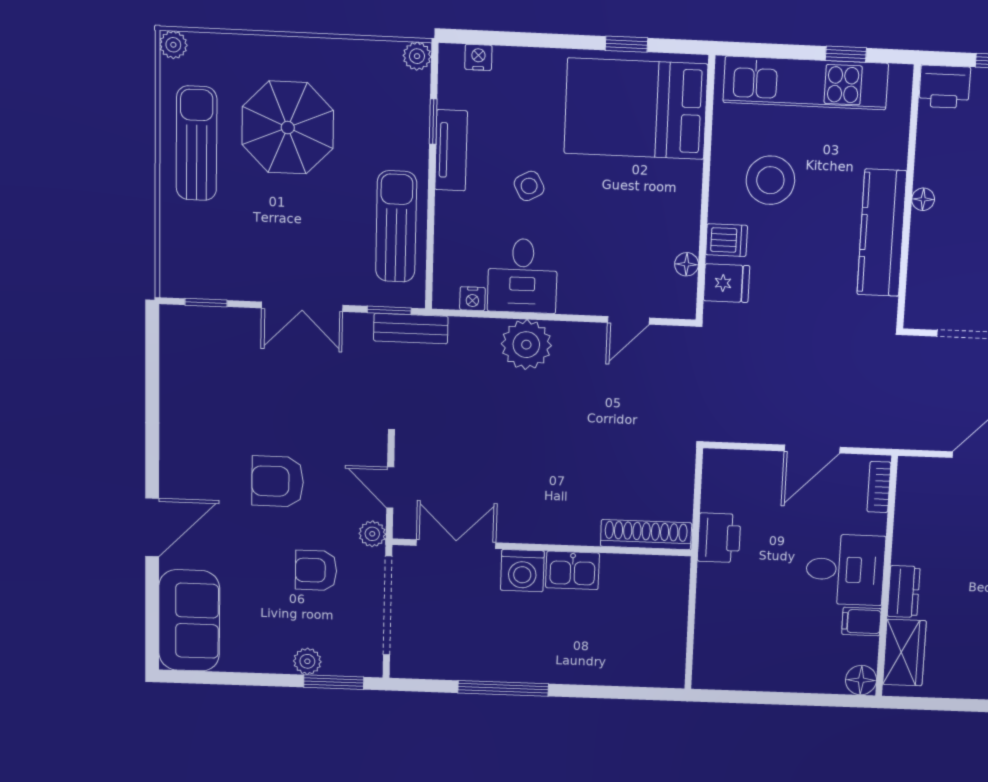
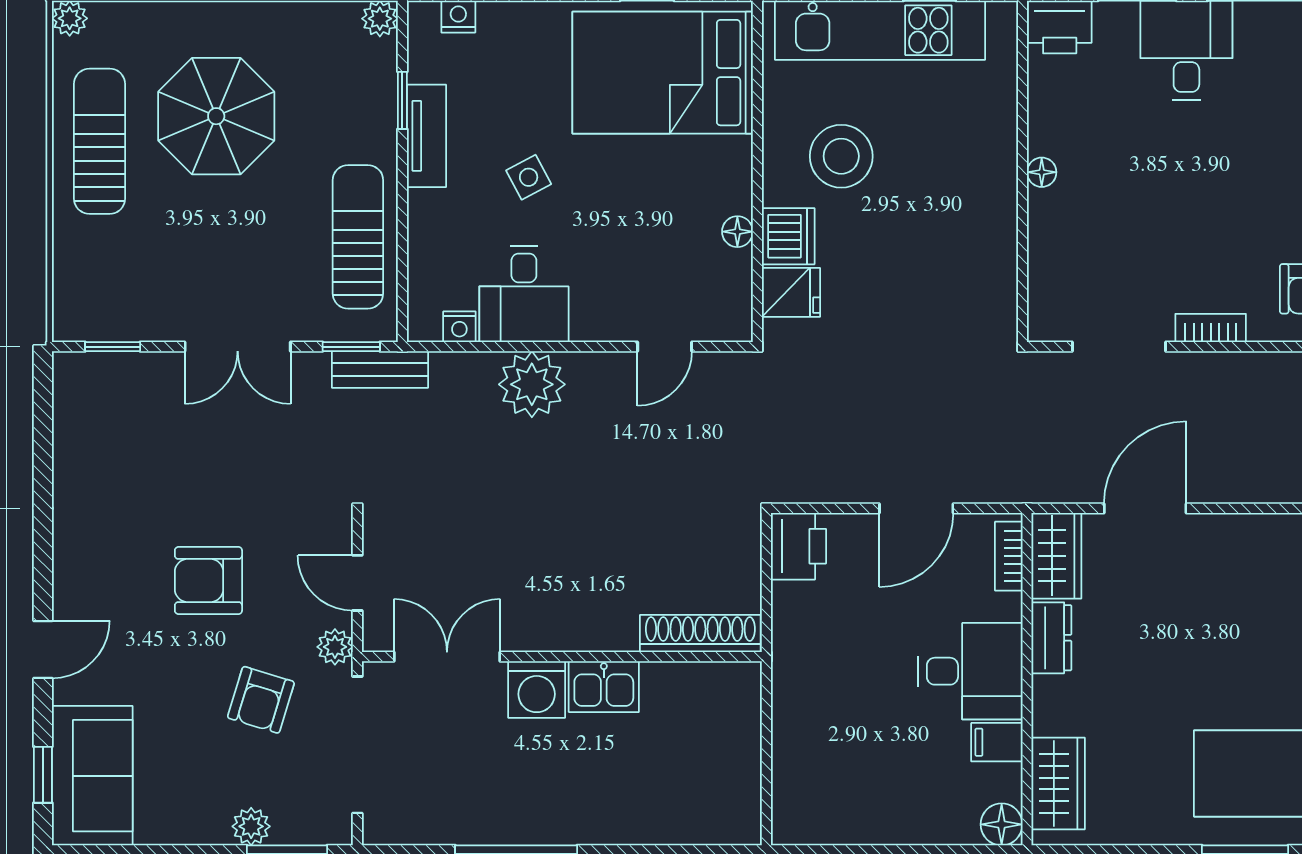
kitchen counter: (882, 233) -> (991, 218), removed
dishwasher: (727, 240) -> (788, 236), width x1.38
floor lamp: (687, 264) -> (737, 232), moved
wardrobe: (914, 488) -> (1056, 556), added
door: (152, 527) -> (43, 649), width x0.73
printer: (719, 538) -> (798, 546), moved
armchair: (316, 570) -> (261, 700), turned -73
dresser: (904, 592) -> (1051, 638), moved
window: (152, 619) -> (43, 775), added

